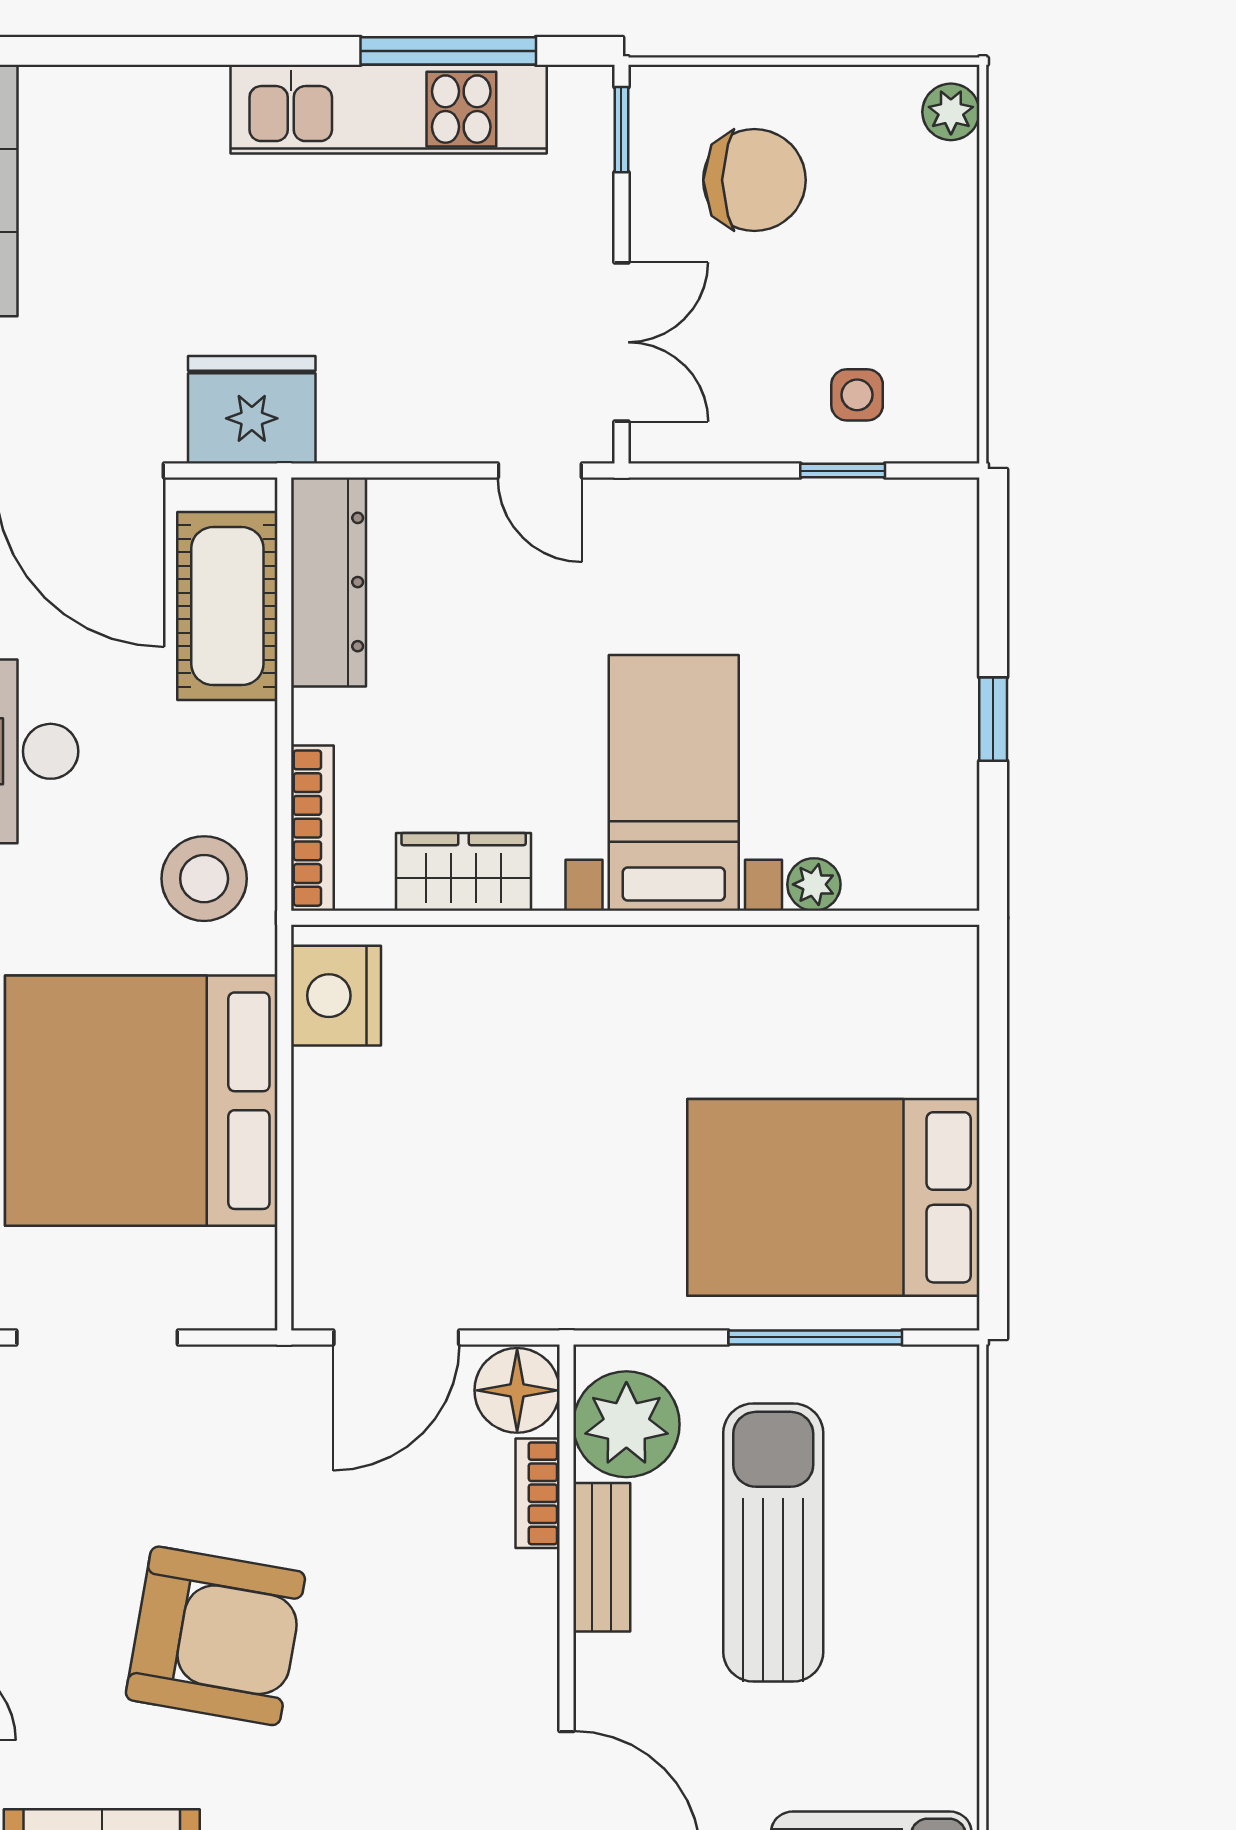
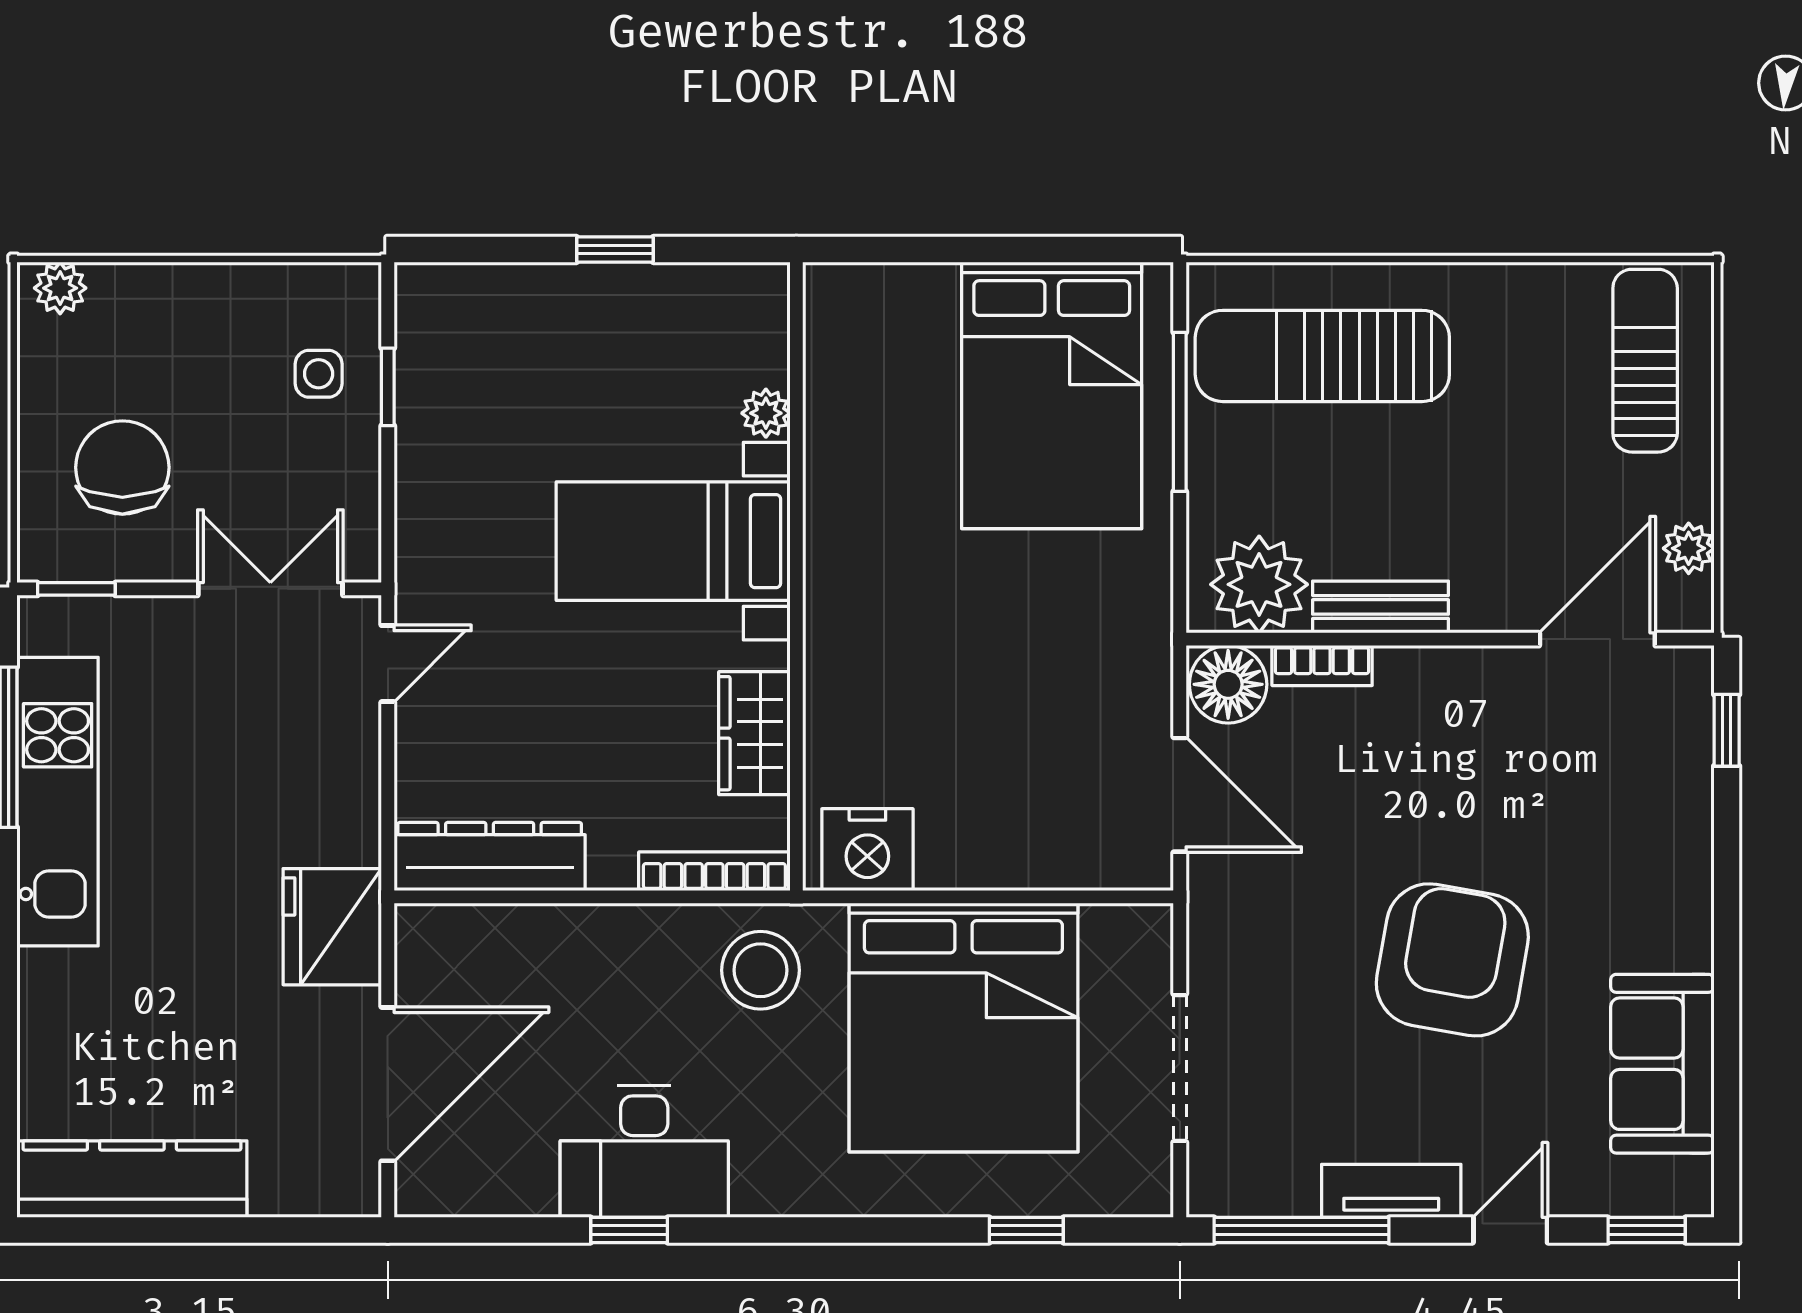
cot: (227, 606) -> (512, 949), removed
sun lounger: (773, 1543) -> (1322, 356), moved

